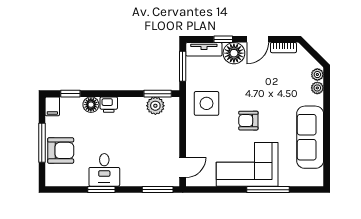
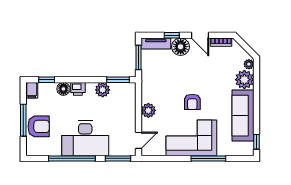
door: (258, 39) -> (200, 35), hinge flipped
plant: (317, 88) -> (244, 80), width x1.87, depth x1.87
side table: (206, 103) -> (158, 88), removed
plant: (155, 106) -> (103, 90), moved
armchair: (248, 121) -> (192, 102), turned -90
plant: (195, 131) -> (148, 110), added
window: (327, 169) -> (256, 142), added
desk: (104, 170) -> (85, 138), width x1.87, depth x1.30
window: (101, 190) -> (72, 158), width x2.11

